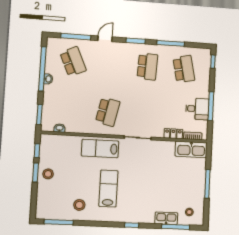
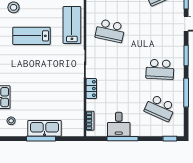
school desk: (184, 69) -> (160, 108), turned 36
locker: (173, 134) -> (91, 89), moved
kitchen sink: (191, 149) -> (45, 128), moved, turned 90
lab bench: (108, 188) -> (31, 36), turned 180

